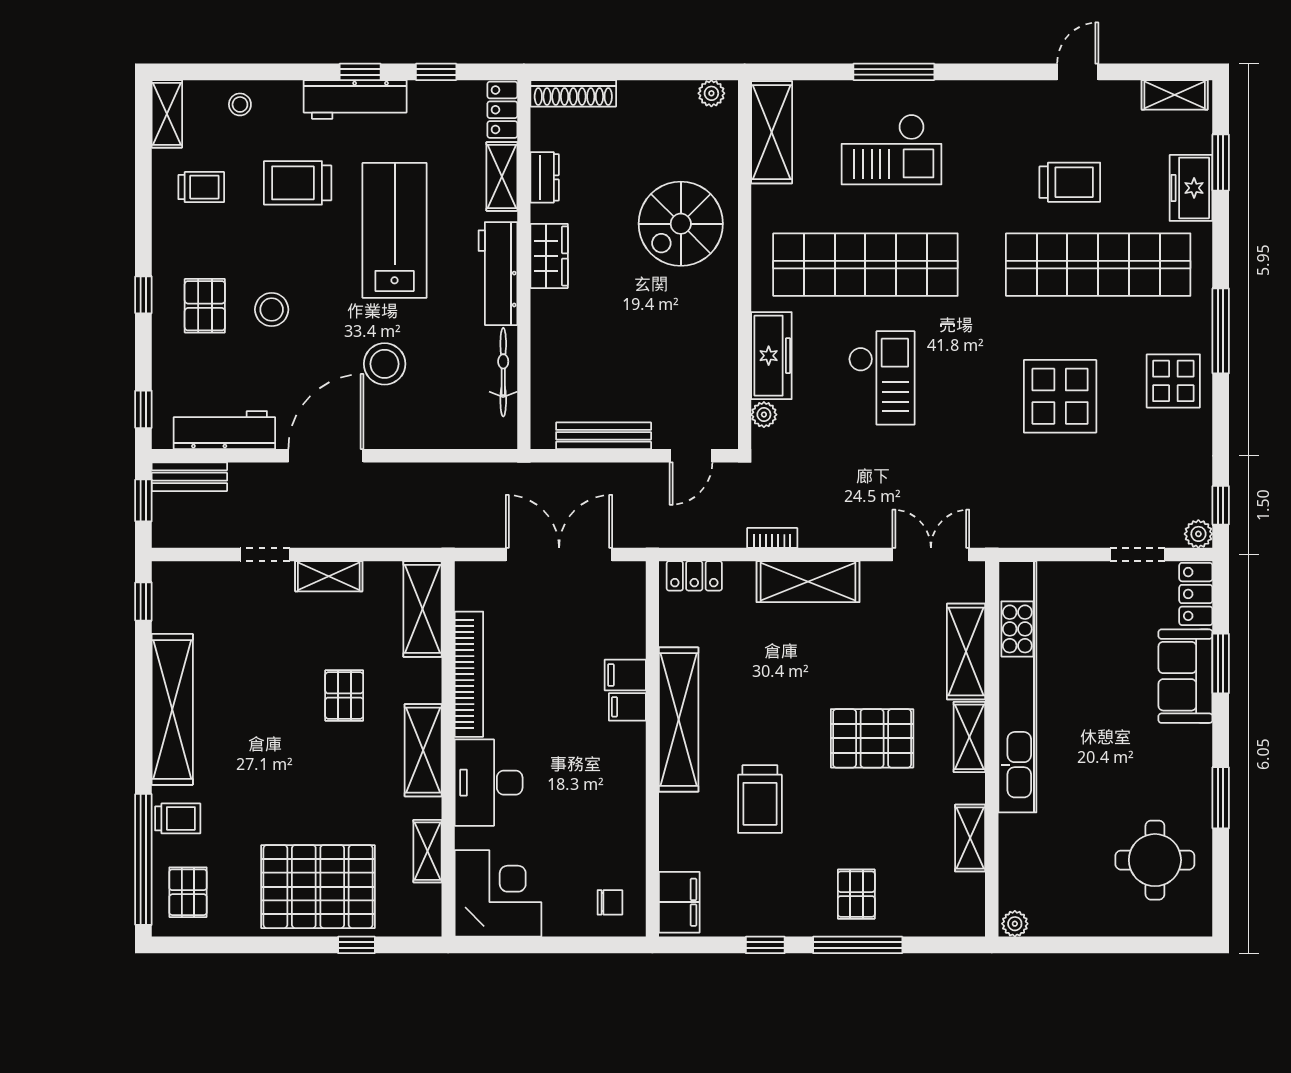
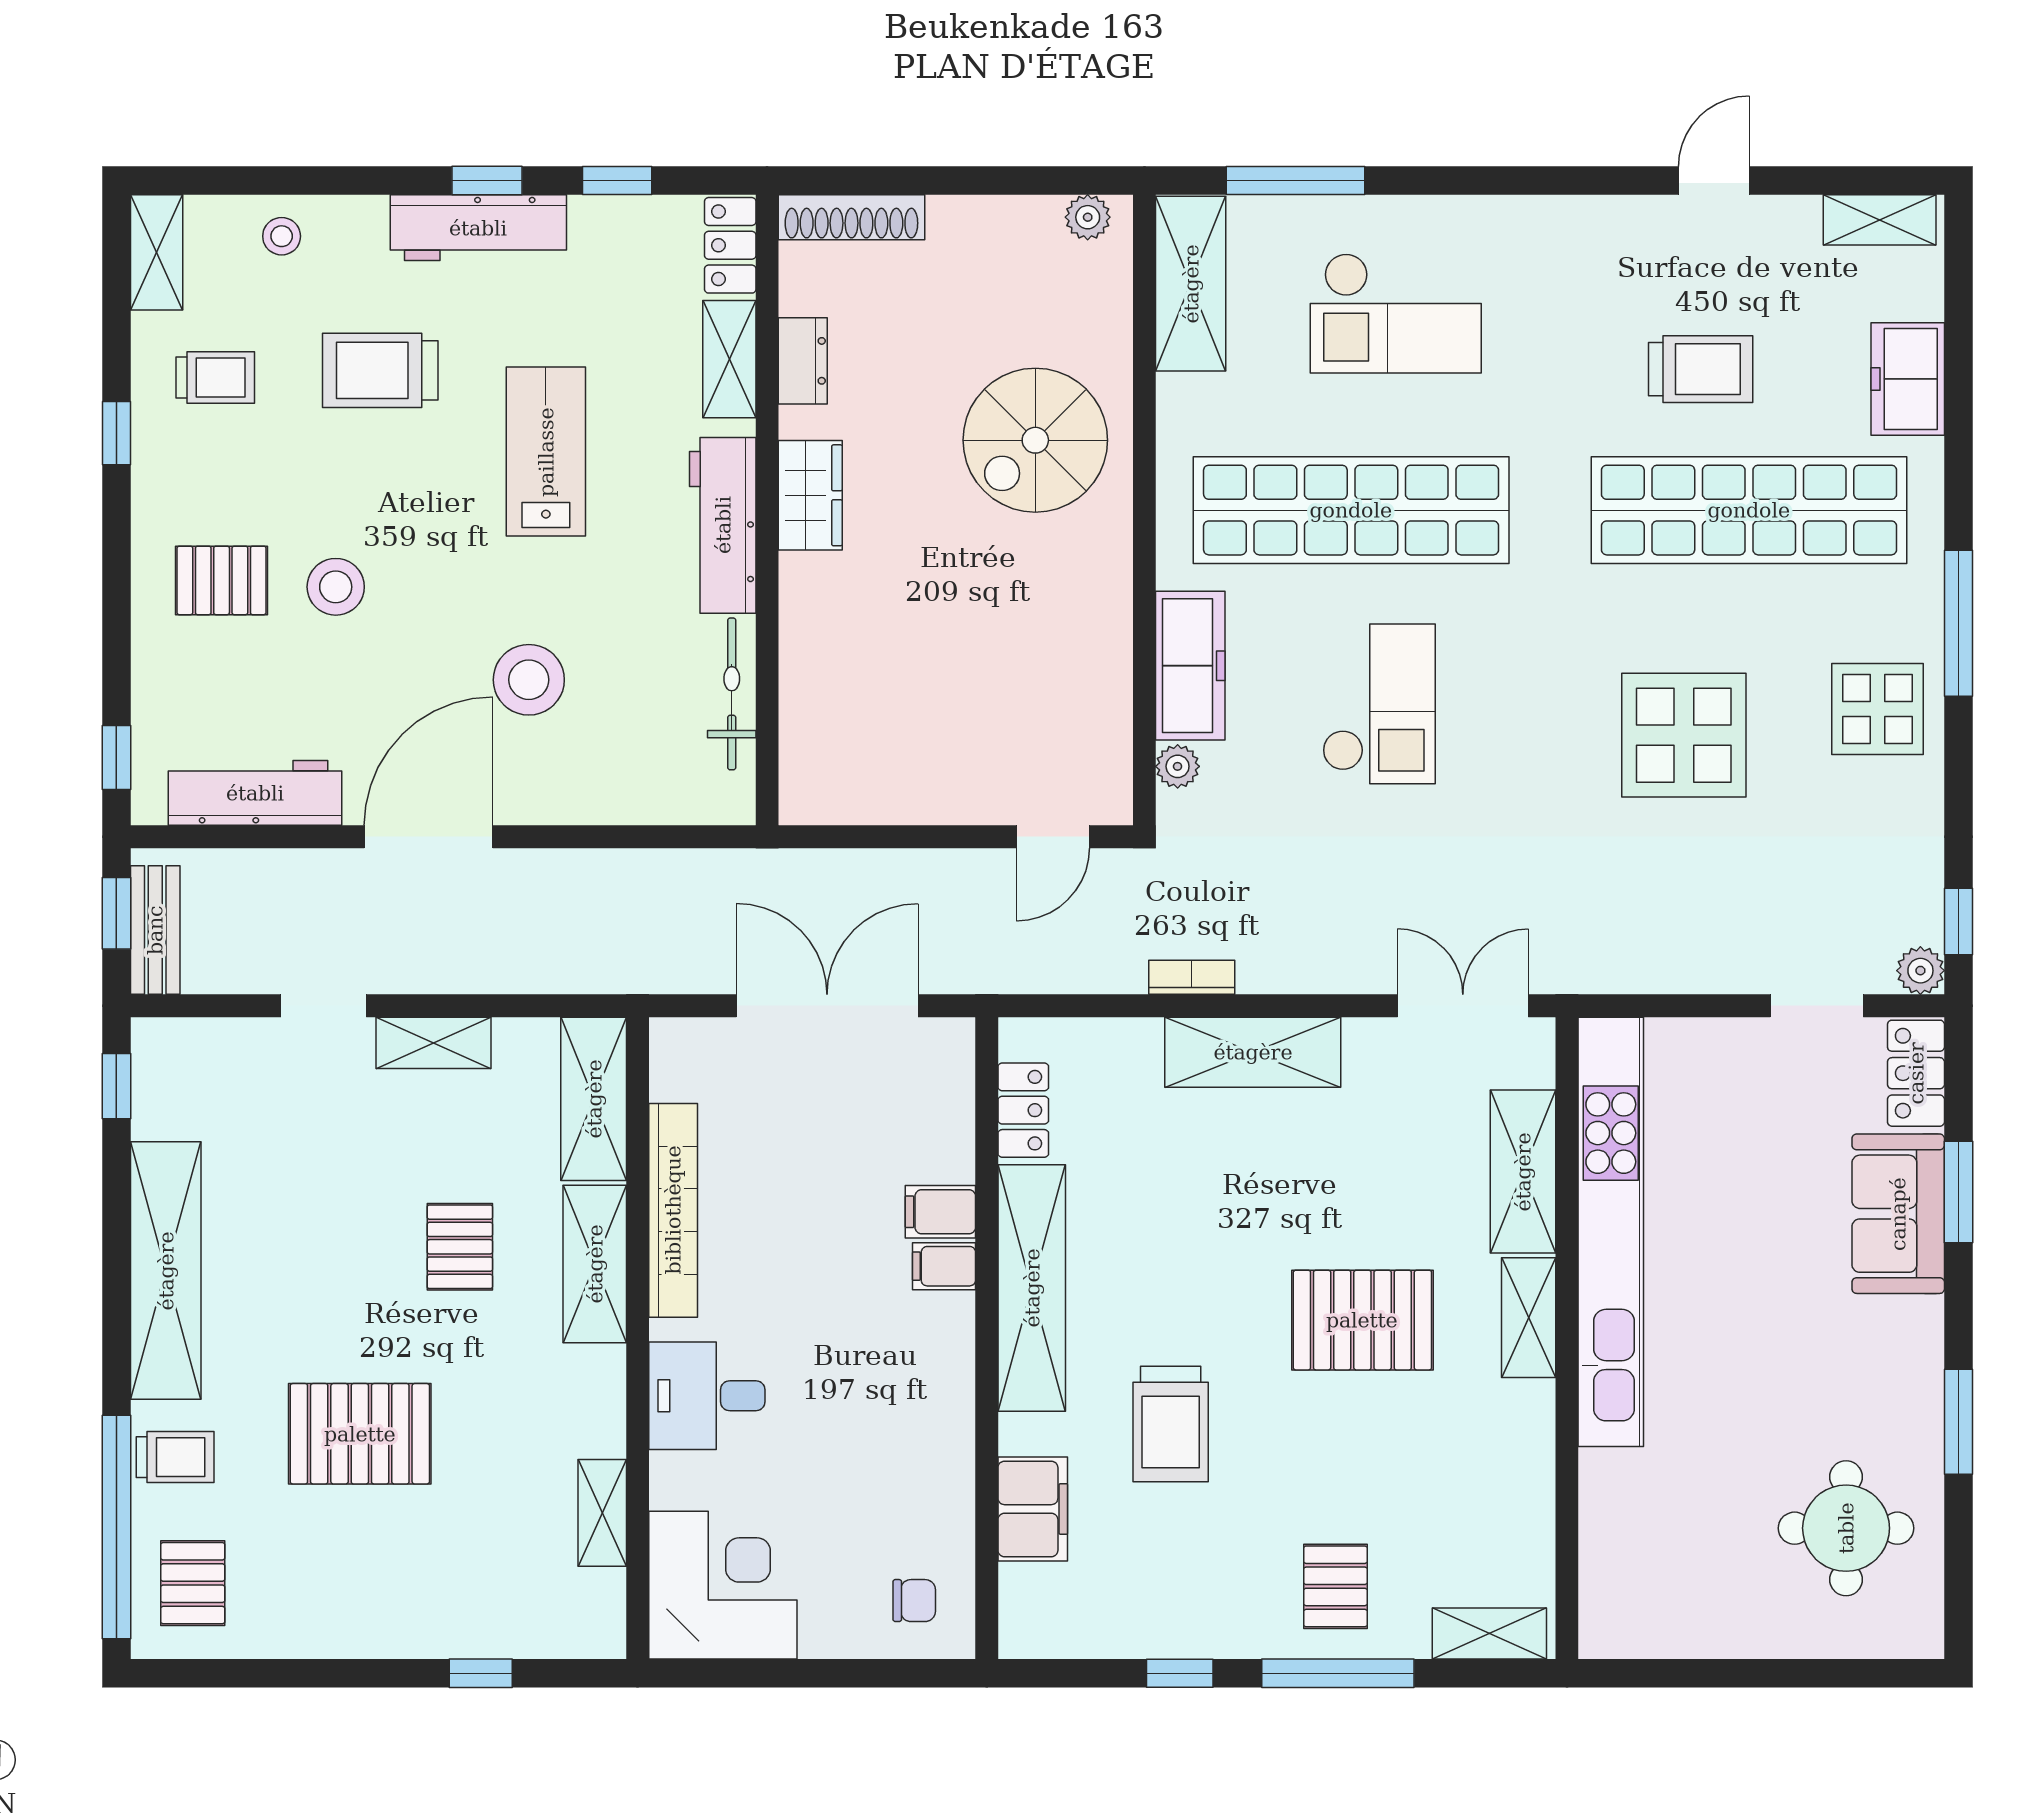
window: (894, 72) -> (1295, 181), moved
window: (1221, 163) -> (1958, 336), removed
lab bench: (395, 230) -> (546, 452), width x0.73, depth x0.72
window: (143, 295) -> (116, 433), moved
pallet: (205, 306) -> (222, 580), turned 90
bench: (604, 436) -> (903, 803), removed
bench: (189, 477) -> (155, 930), moved, turned 90
locker: (694, 576) -> (1023, 1110), moved, turned -90
shelving: (423, 750) -> (595, 1264), moved
desk: (489, 783) -> (707, 1396), width x0.73
shelving: (970, 838) -> (1489, 1634), moved, turned 90
pallet: (318, 887) -> (360, 1434), moved, width x0.73, depth x0.71
filing cabinet: (679, 902) -> (1033, 1509), moved
plant: (1015, 924) -> (1606, 1637), removed

